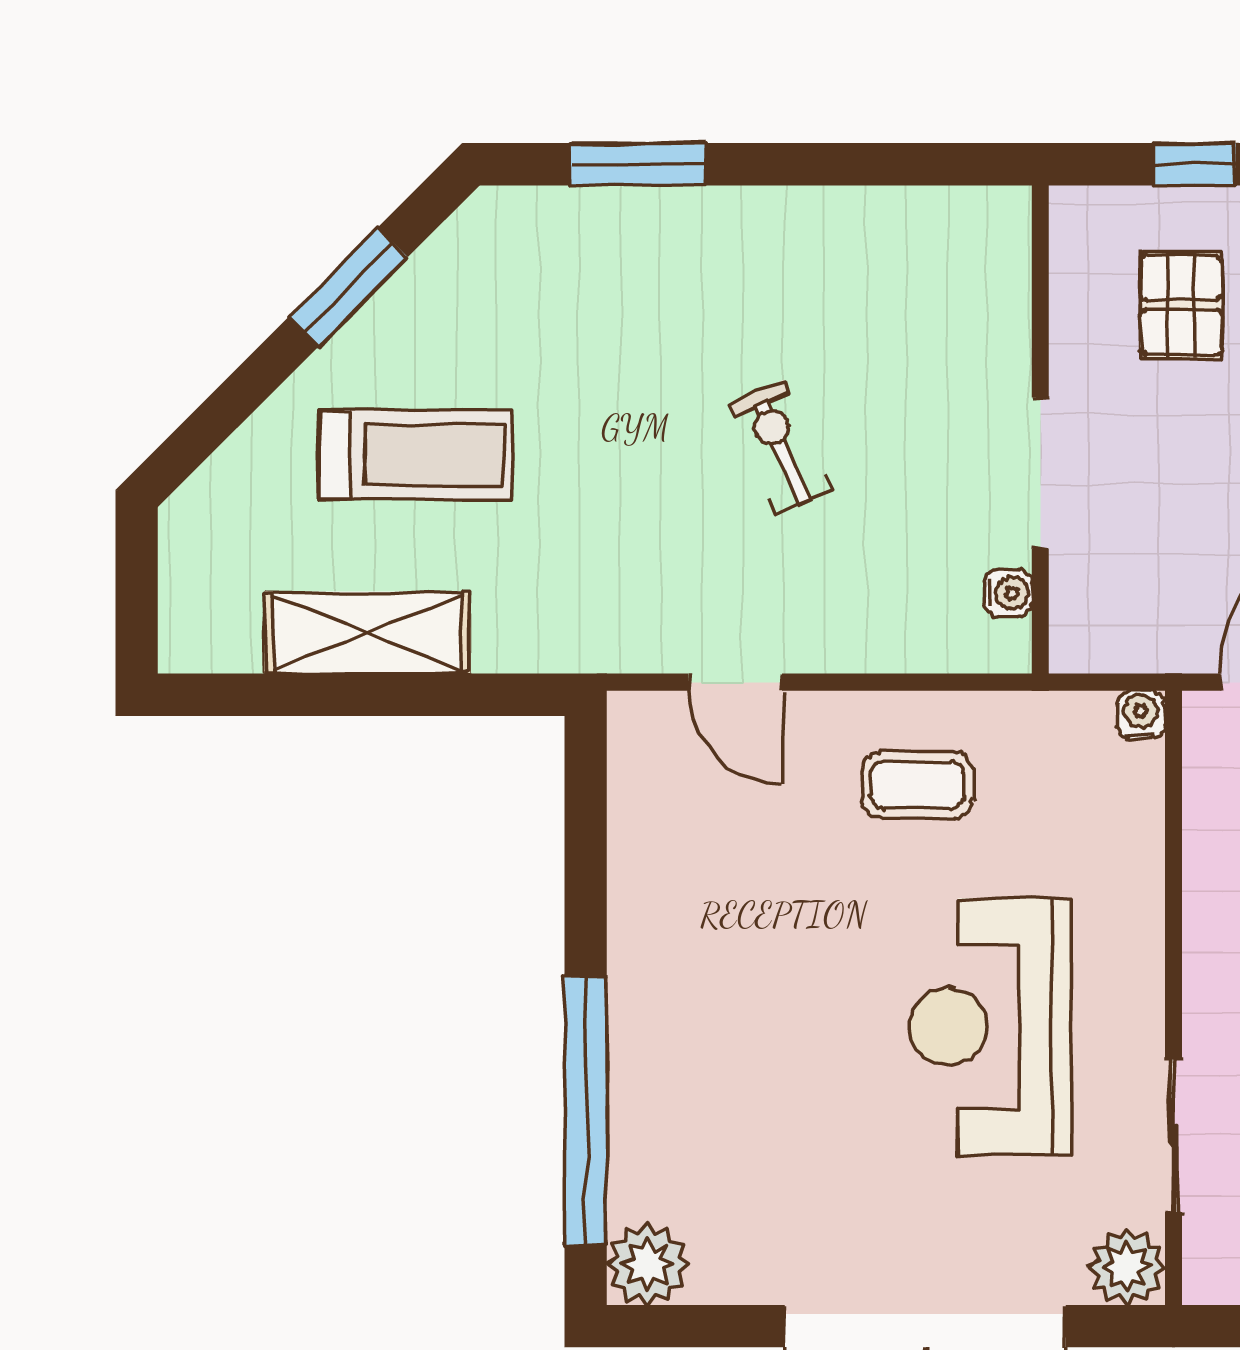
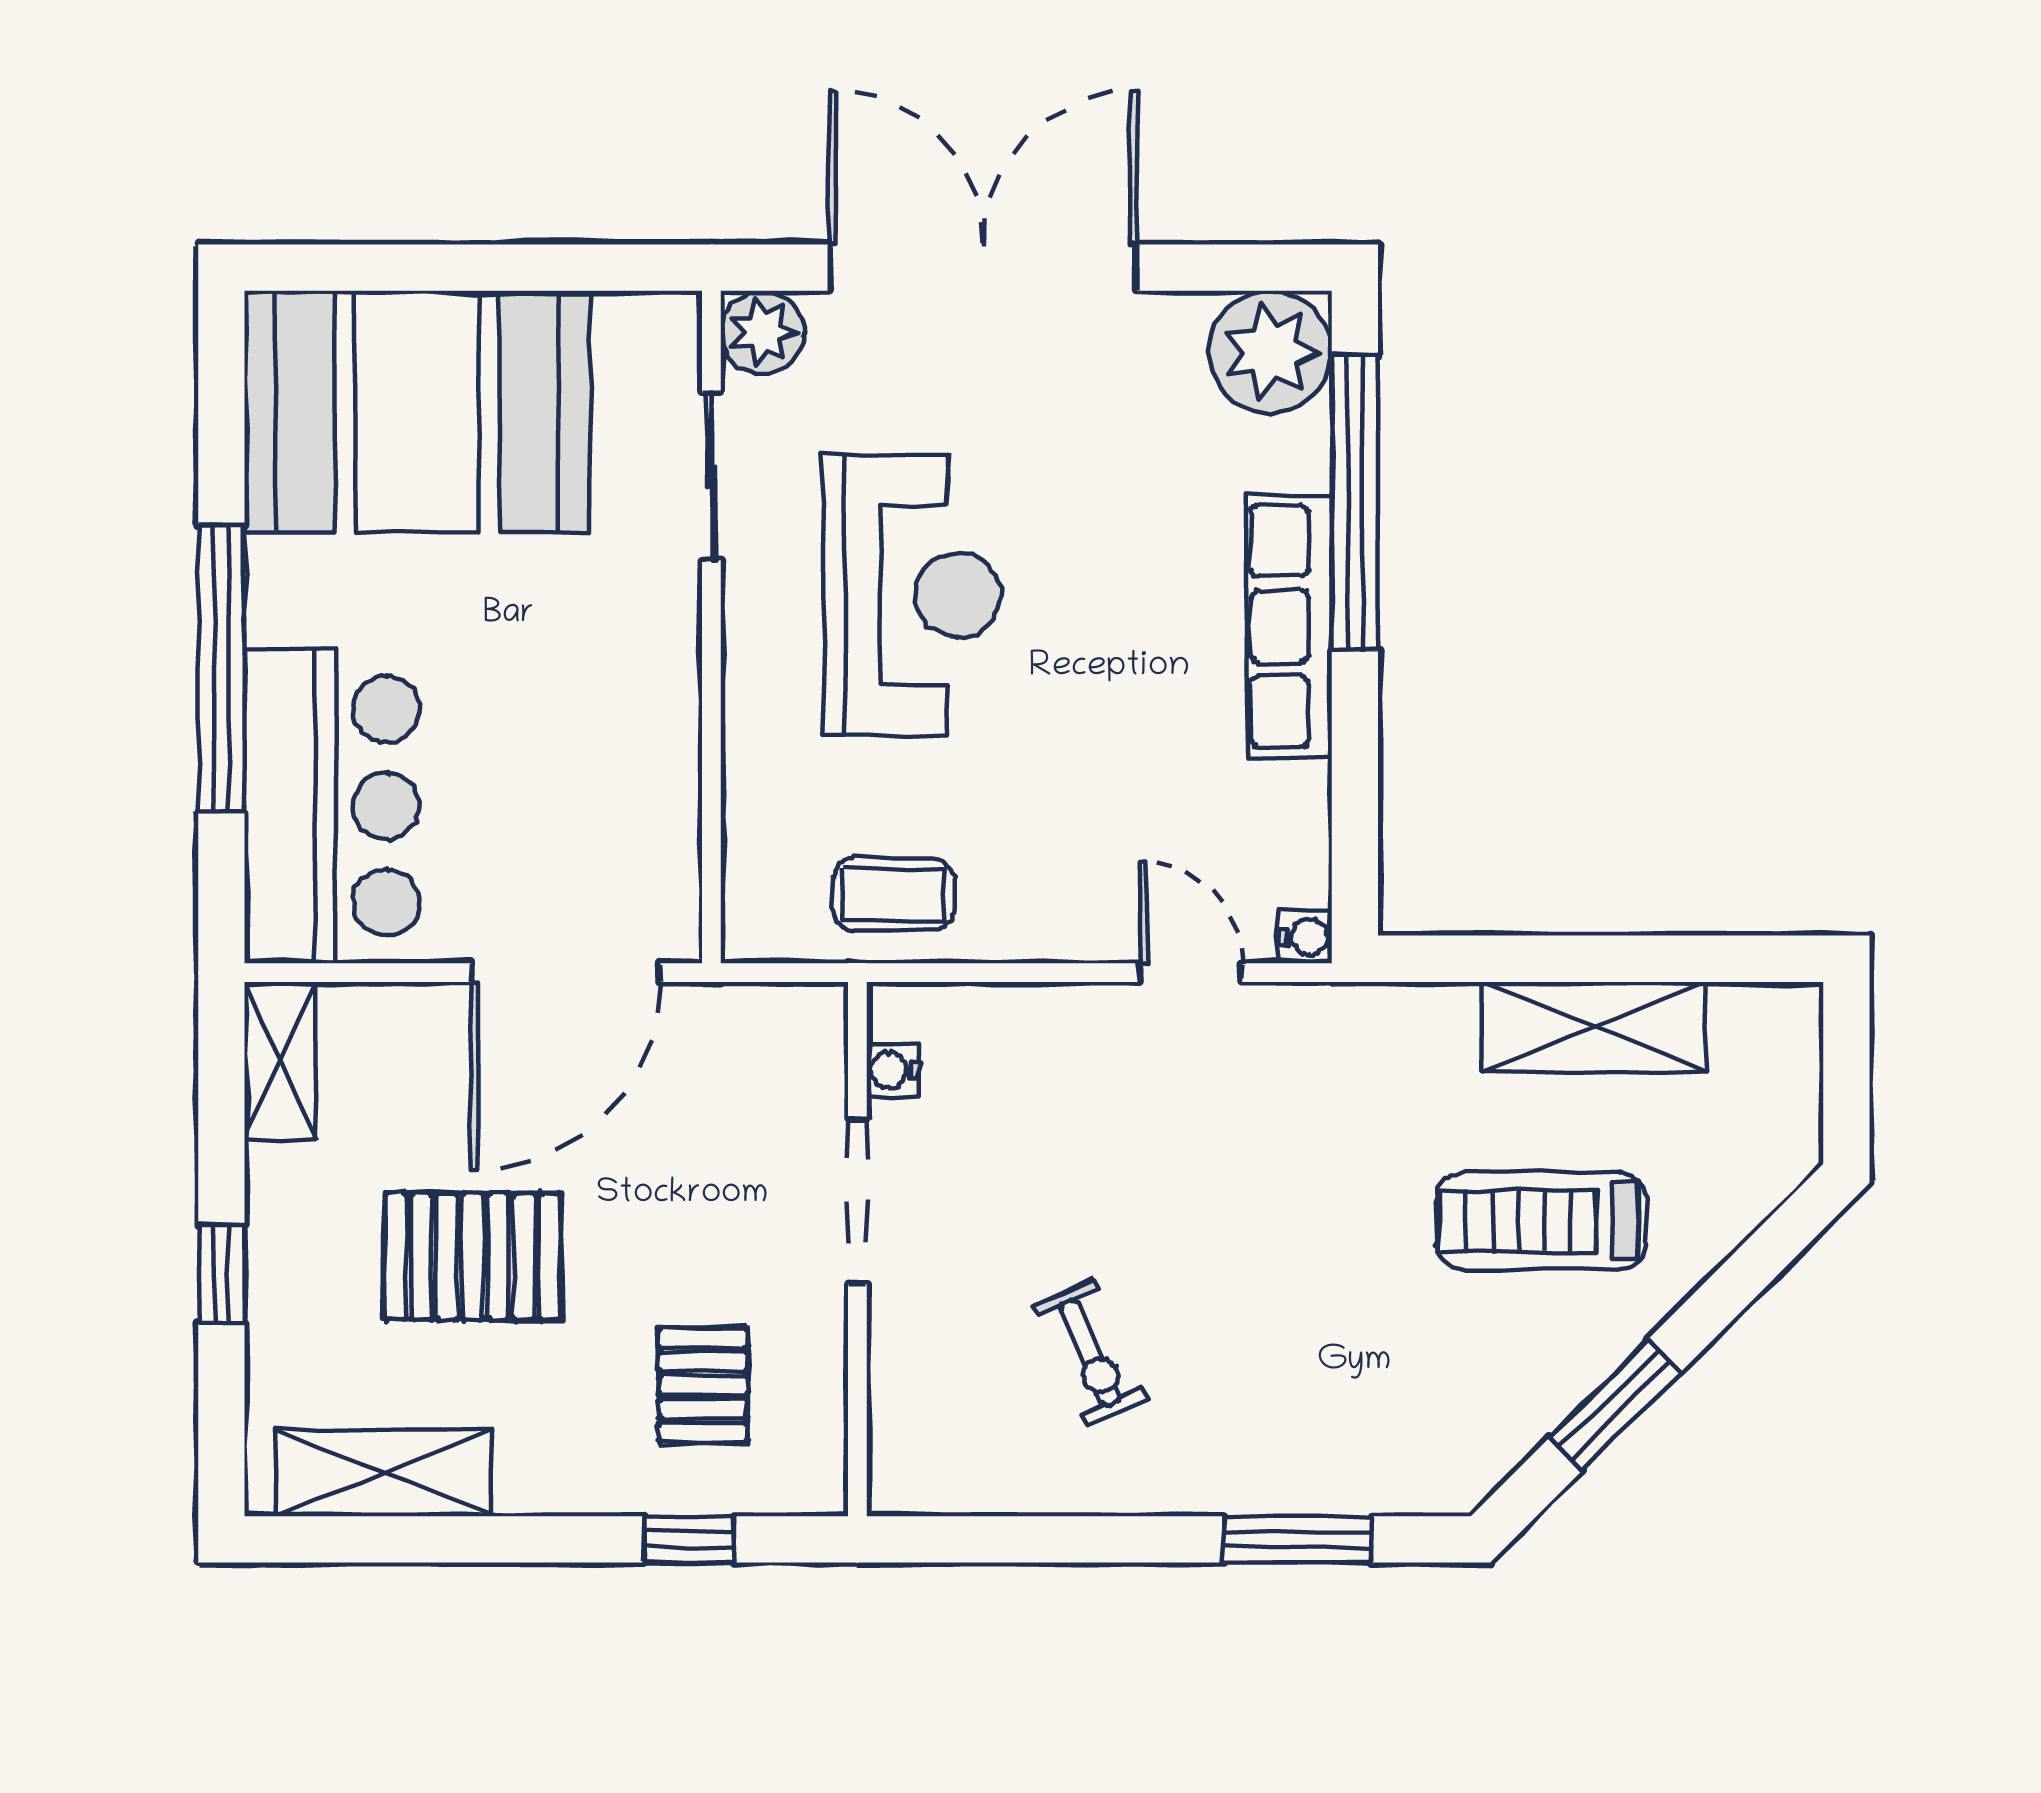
exercise bike: (781, 447) -> (1090, 1353), moved
water cooler: (1141, 715) -> (1305, 937), moved, turned -90
coffee table: (917, 785) -> (894, 894), moved
row of seats: (645, 998) -> (1290, 626), added
plant: (648, 1264) -> (1271, 352), width x1.36, depth x1.36

